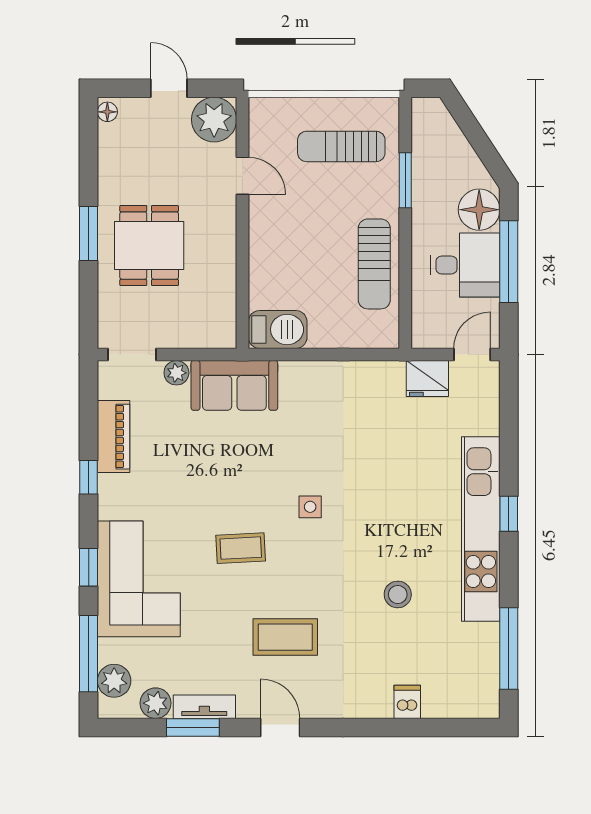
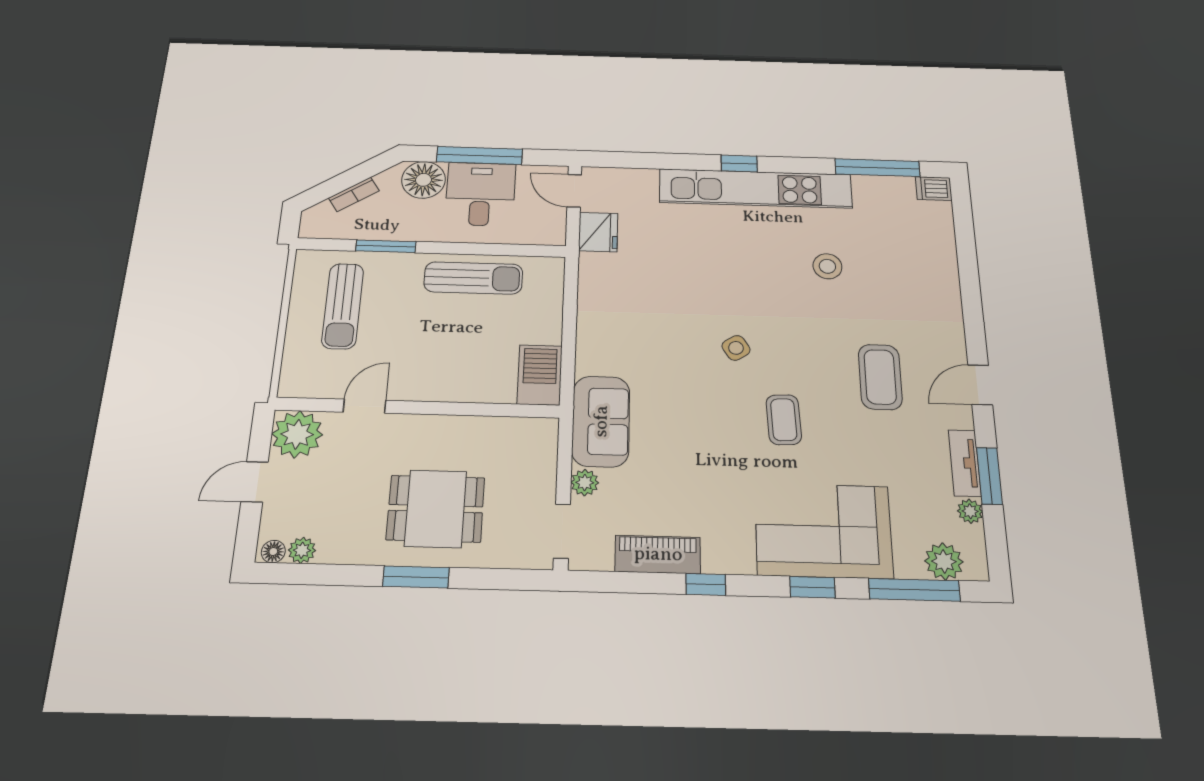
plant: (109, 136) -> (302, 550), added
bookcase: (461, 145) -> (354, 194), added
side table: (310, 507) -> (736, 348), turned -32
dishwasher: (407, 702) -> (934, 189), moved
plant: (156, 703) -> (970, 511), width x0.73, depth x0.73

